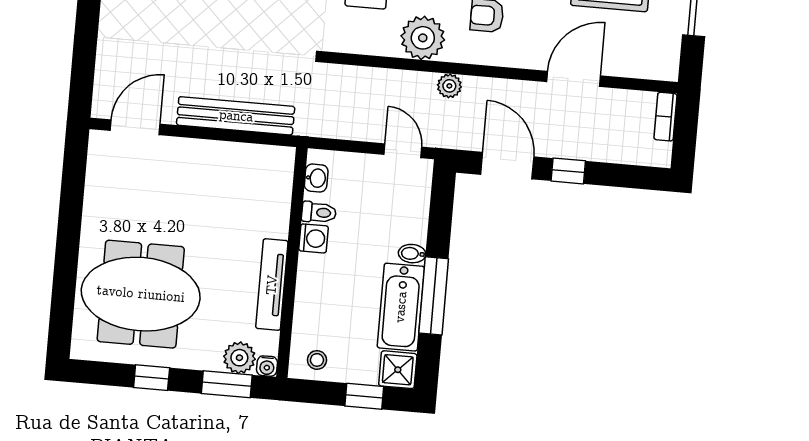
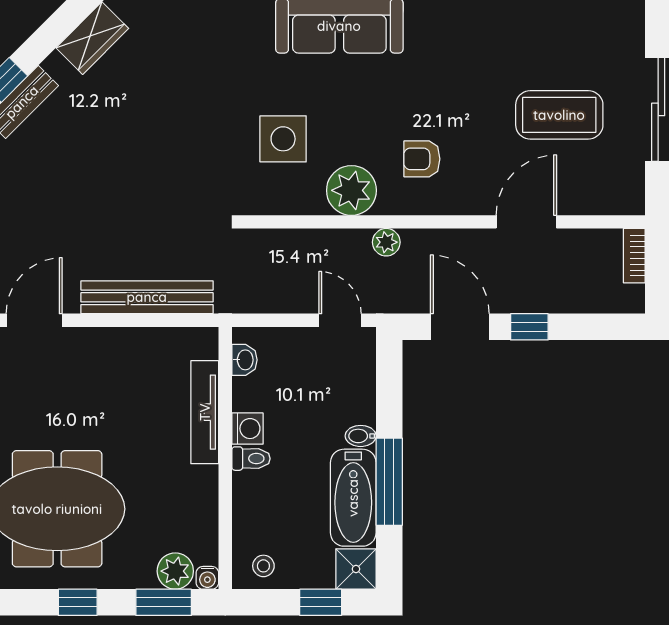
toilet: (319, 212) -> (251, 459), moved
tv unit: (272, 285) -> (205, 412), moved

